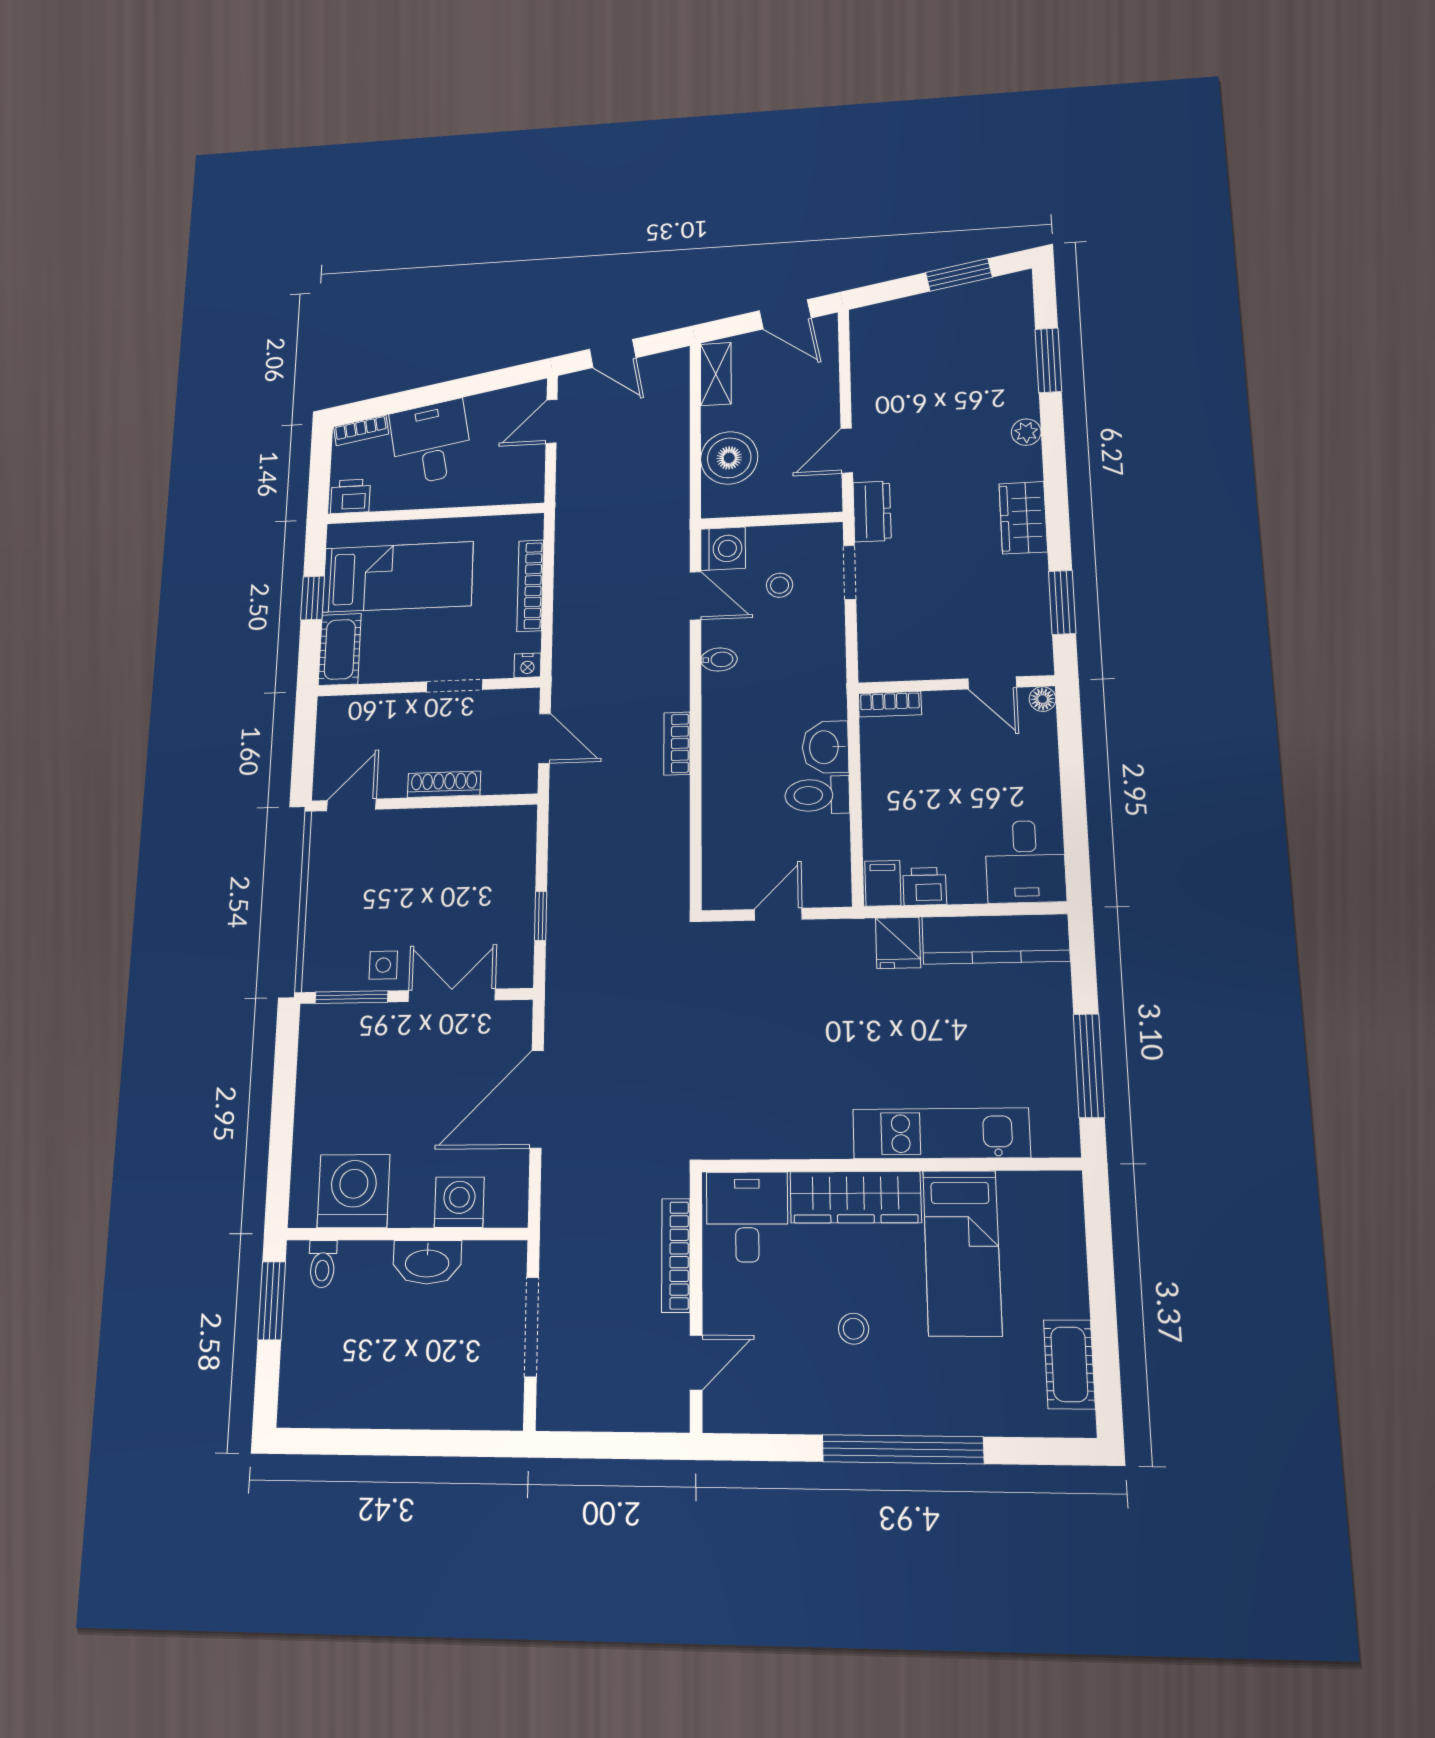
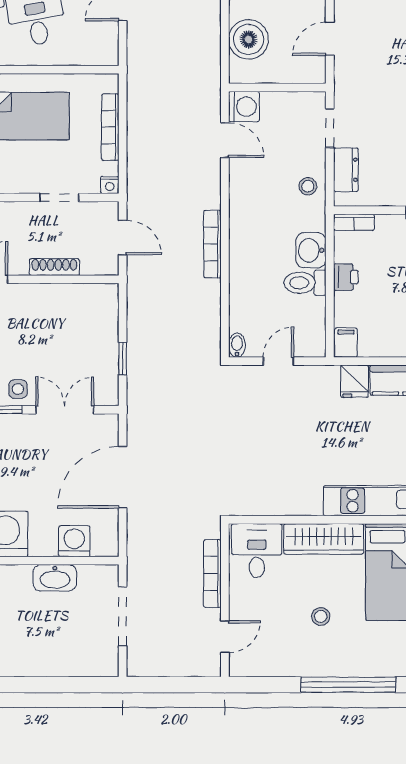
dresser: (872, 511) -> (346, 170), moved
stool: (780, 585) -> (308, 186), moved
bidet: (719, 660) -> (237, 345), moved, turned -90
bookcase: (677, 743) -> (212, 244), width x1.56
printer: (925, 886) -> (346, 277), moved, turned 90

